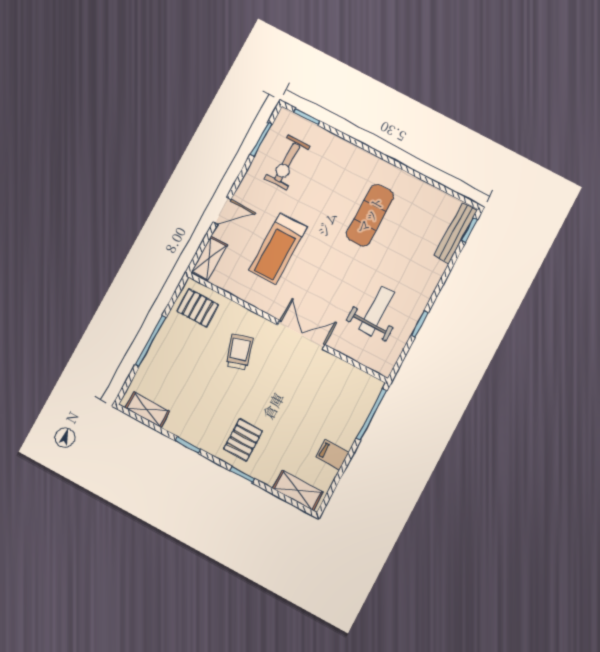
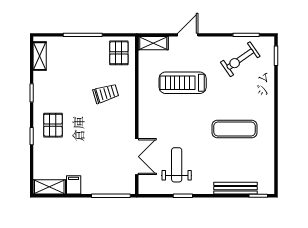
exercise bike: (287, 162) -> (240, 59), turned -35
door: (222, 211) -> (188, 35), swing flipped
bench: (456, 233) -> (235, 188), moved
weight bench: (377, 311) -> (177, 165), turned -90
double door: (301, 335) -> (137, 157), moved
pallet: (243, 440) -> (53, 125), turned 90
shelving: (298, 490) -> (49, 187), moved, turned 90

